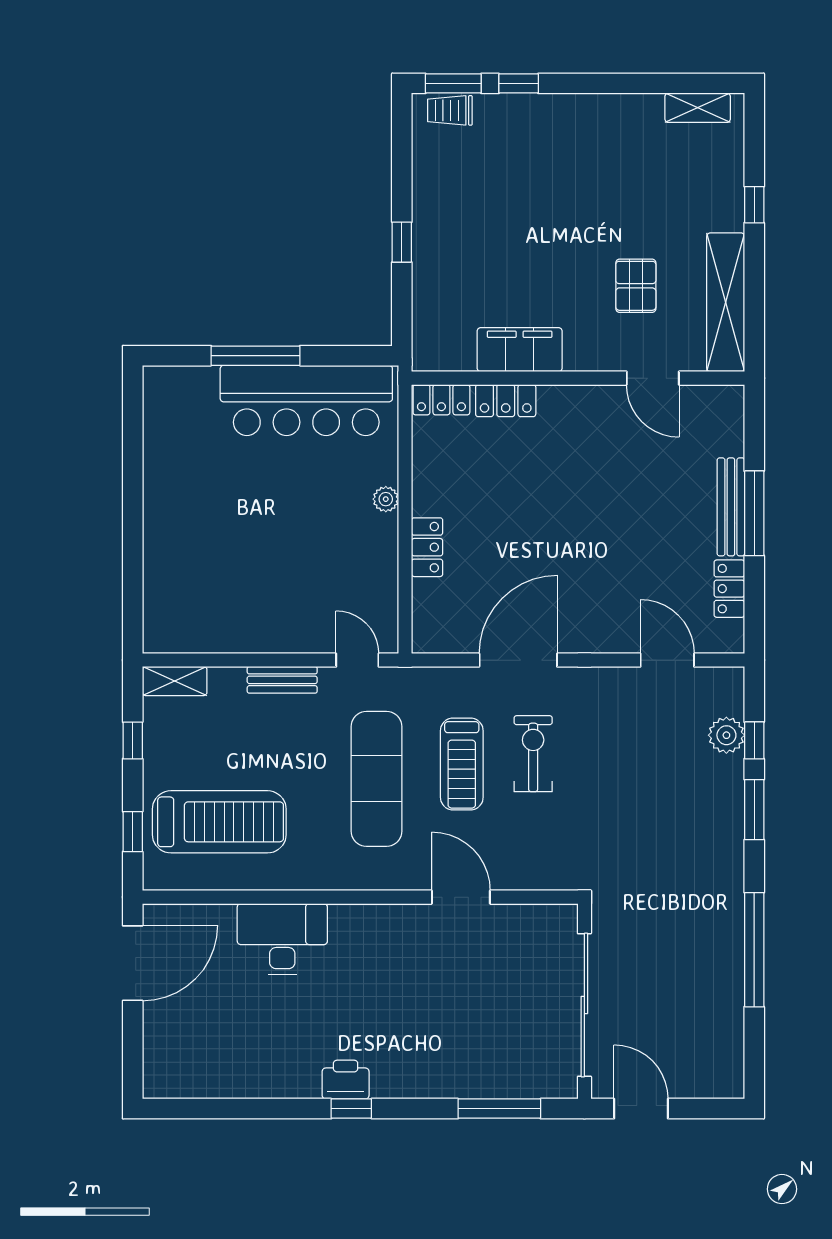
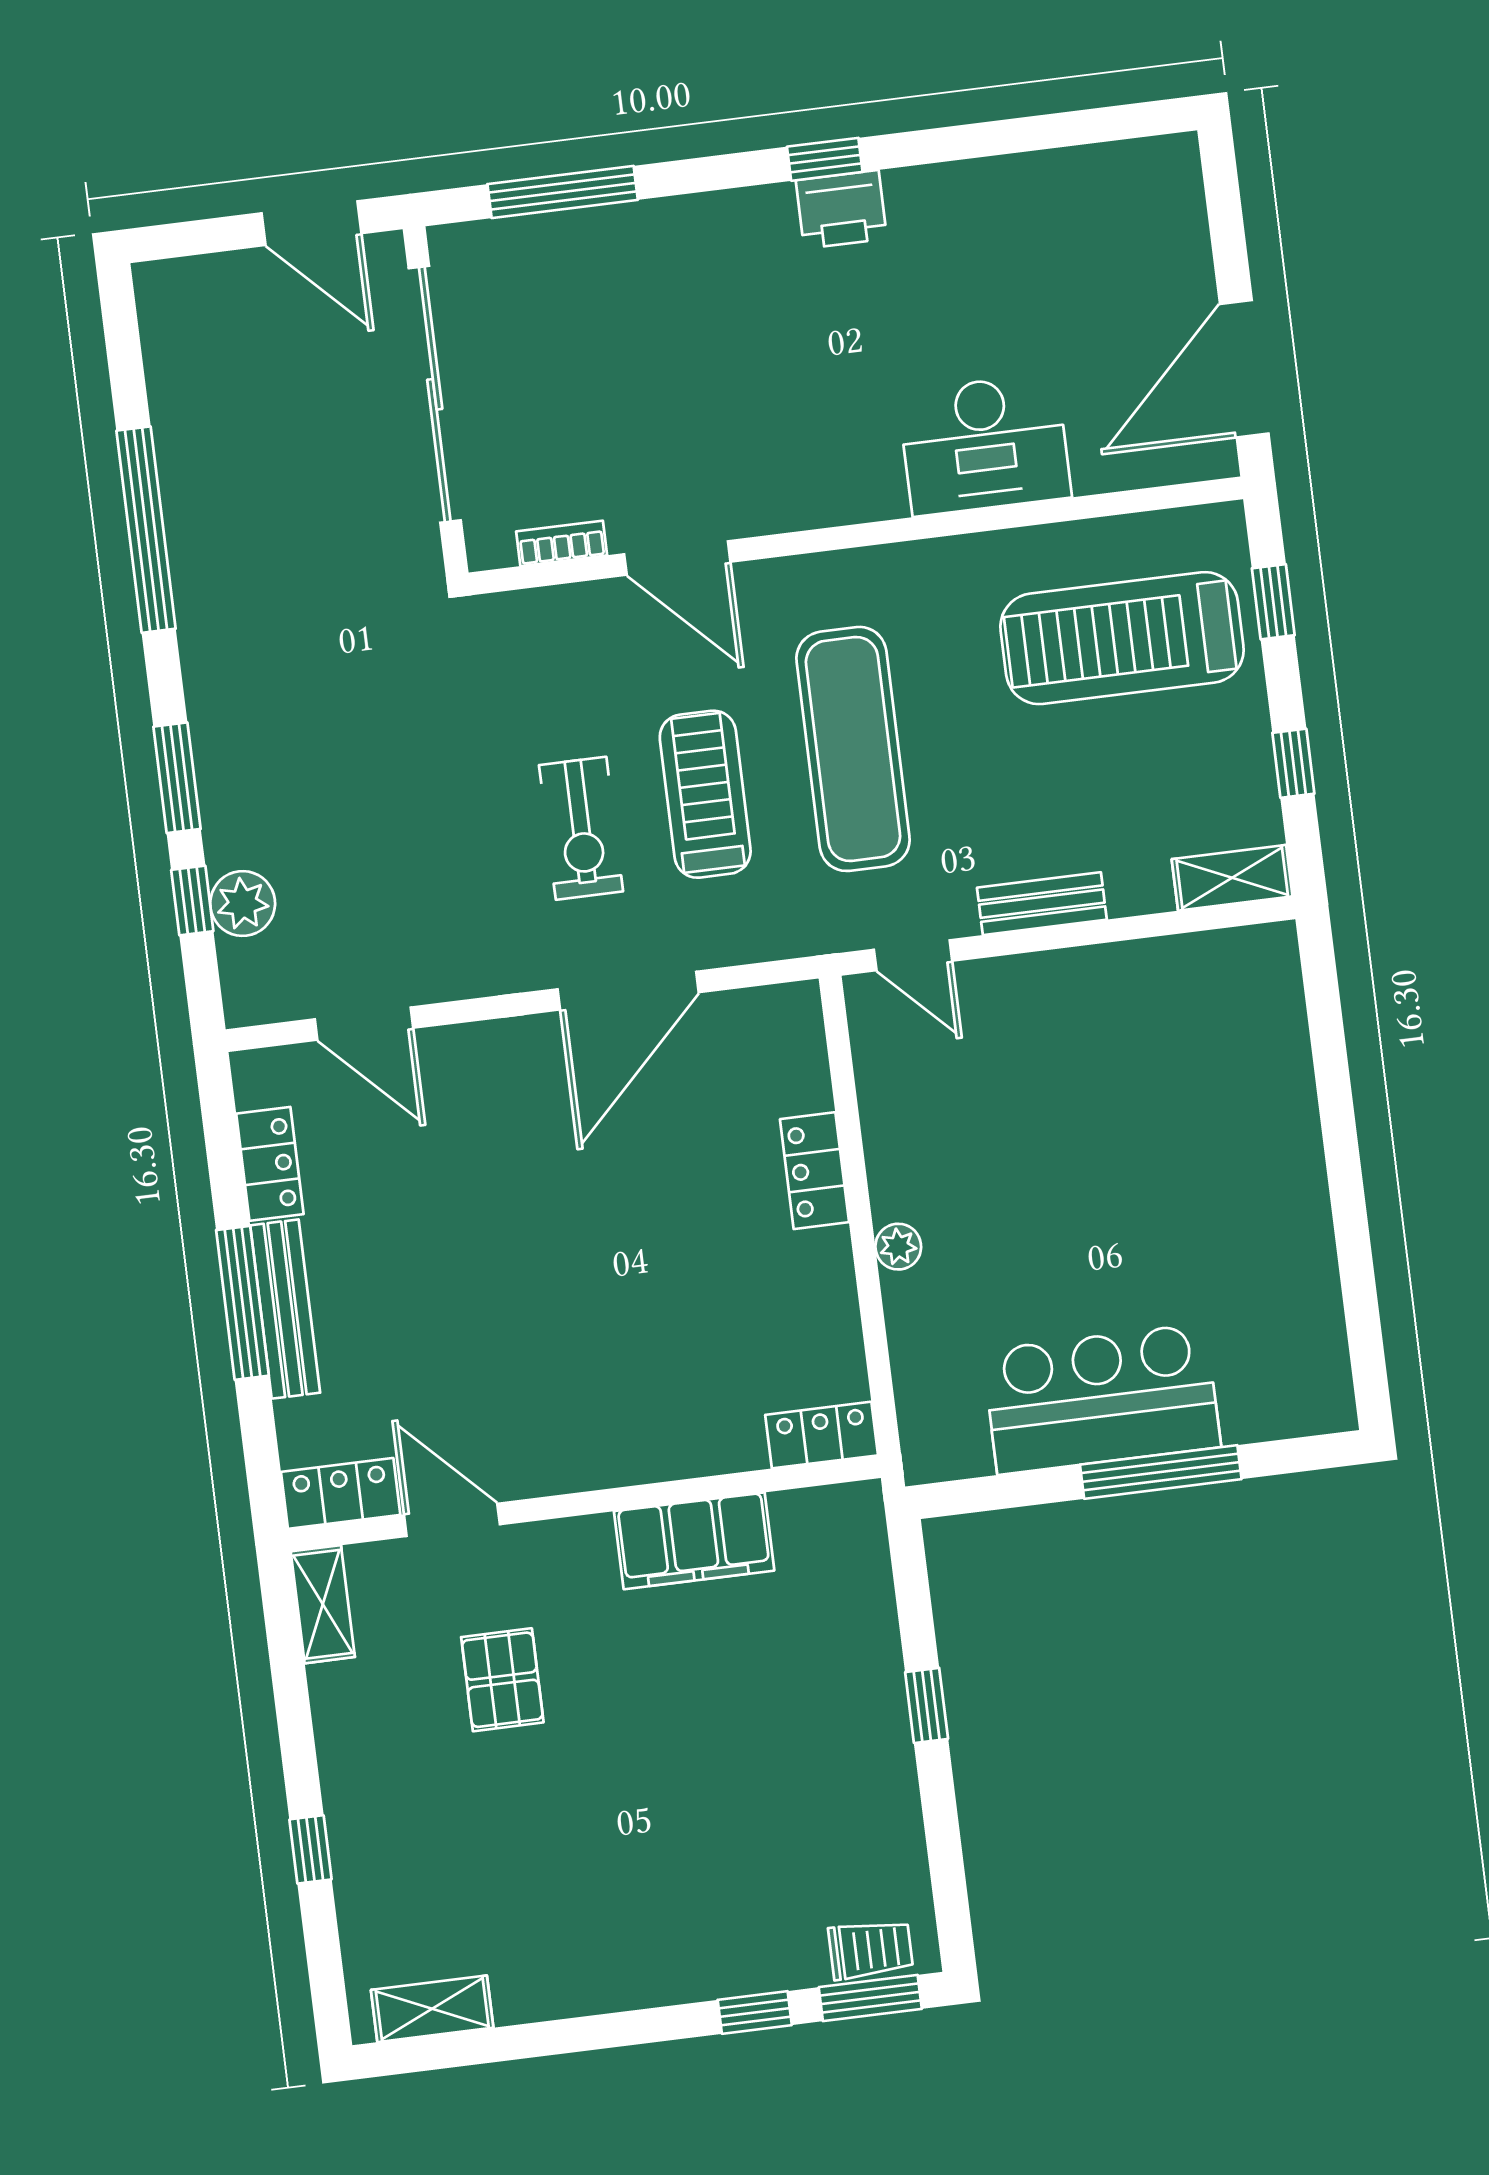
shelving: (726, 302) -> (323, 1604), width x0.45, depth x0.75
bar counter: (306, 400) -> (1102, 1399), width x0.73
locker: (506, 401) -> (341, 1493), moved
bookcase: (524, 913) -> (562, 543), added

